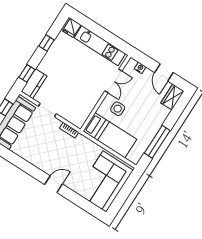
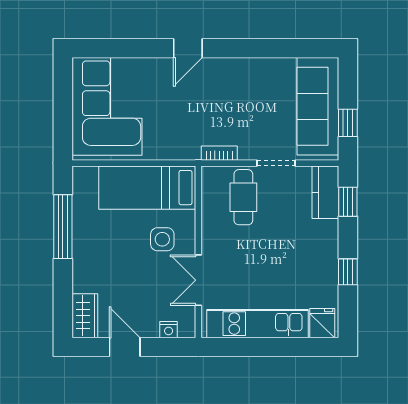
cafe table: (71, 104) -> (243, 197), added

